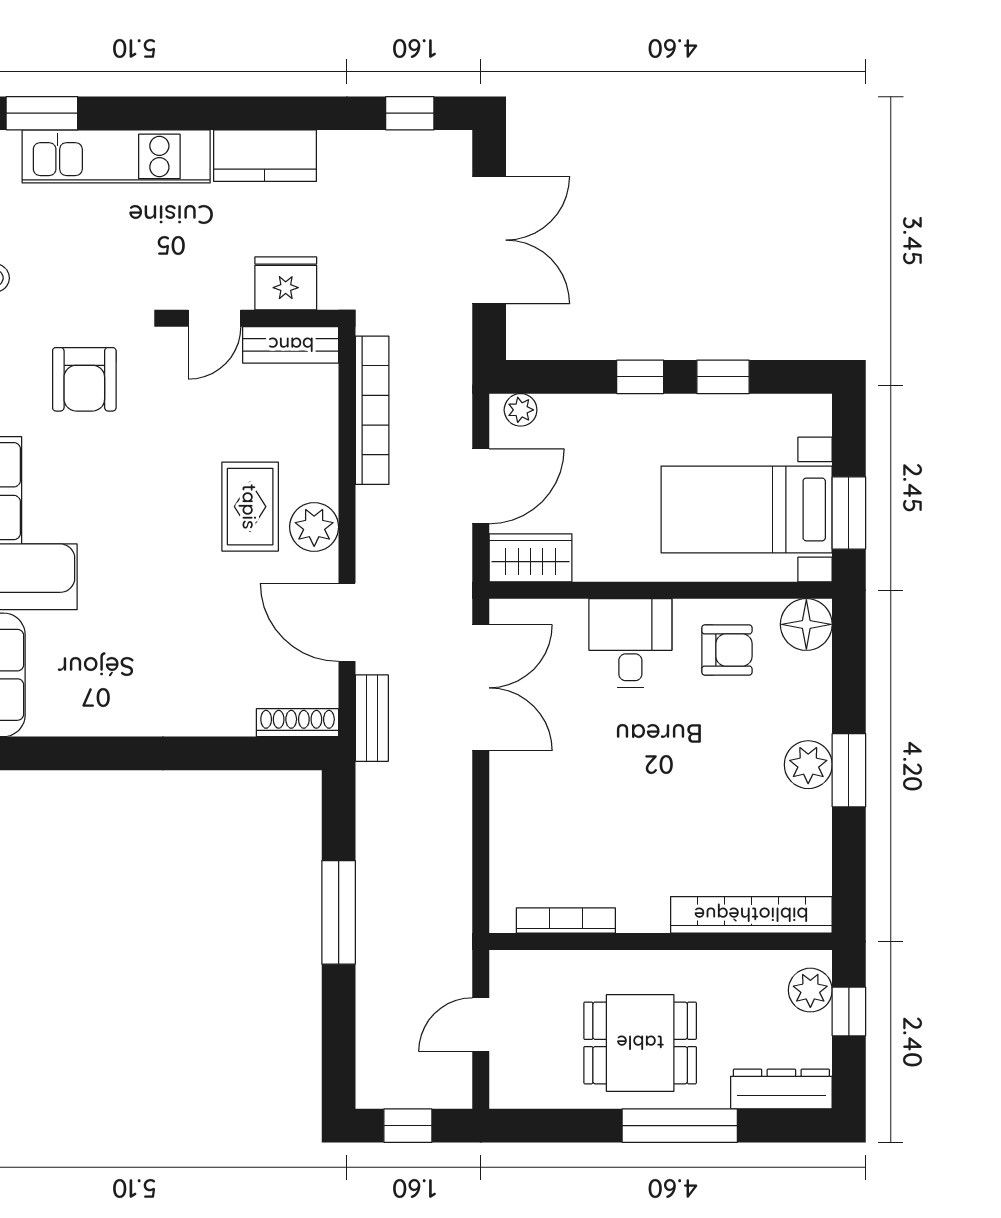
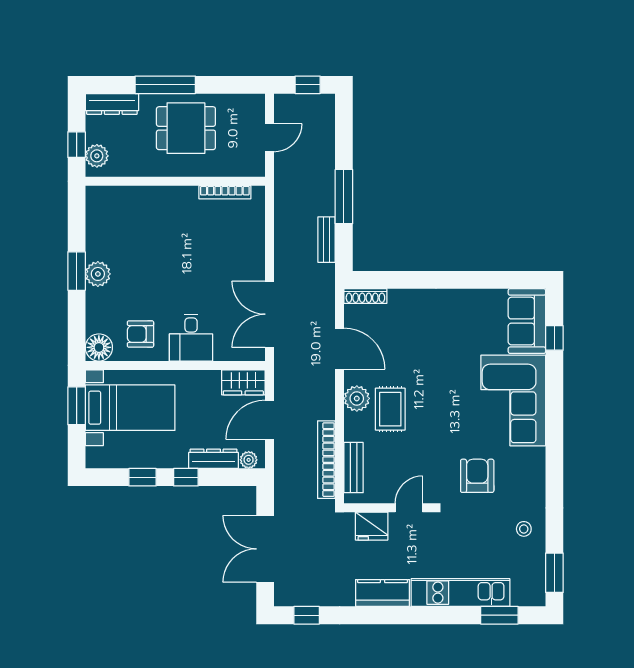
bench: (291, 345) -> (354, 468), moved, turned 90
dresser: (588, 412) -> (213, 459), added
bench: (372, 718) -> (327, 240), moved
bookcase: (751, 915) -> (128, 195), removed

